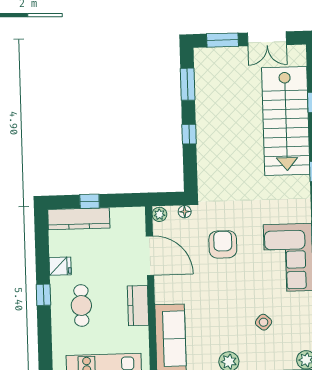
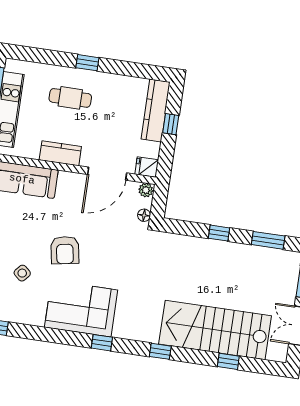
armchair: (223, 244) -> (65, 250), moved, turned 80
fridge: (60, 266) -> (147, 167), moved, turned 90

